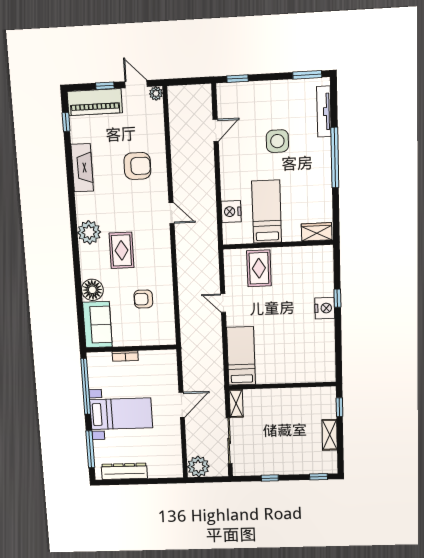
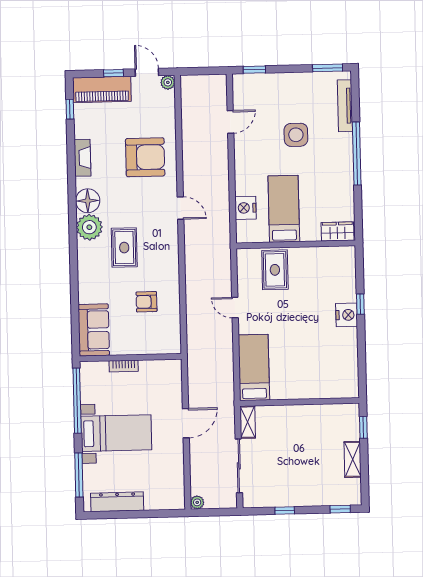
armchair: (137, 166) -> (145, 157), width x1.36, depth x1.36
fireplace: (82, 168) -> (82, 158), width x0.73, depth x0.76
floor lamp: (92, 290) -> (88, 201), moved
plant: (198, 466) -> (197, 502), width x0.53, depth x0.53

